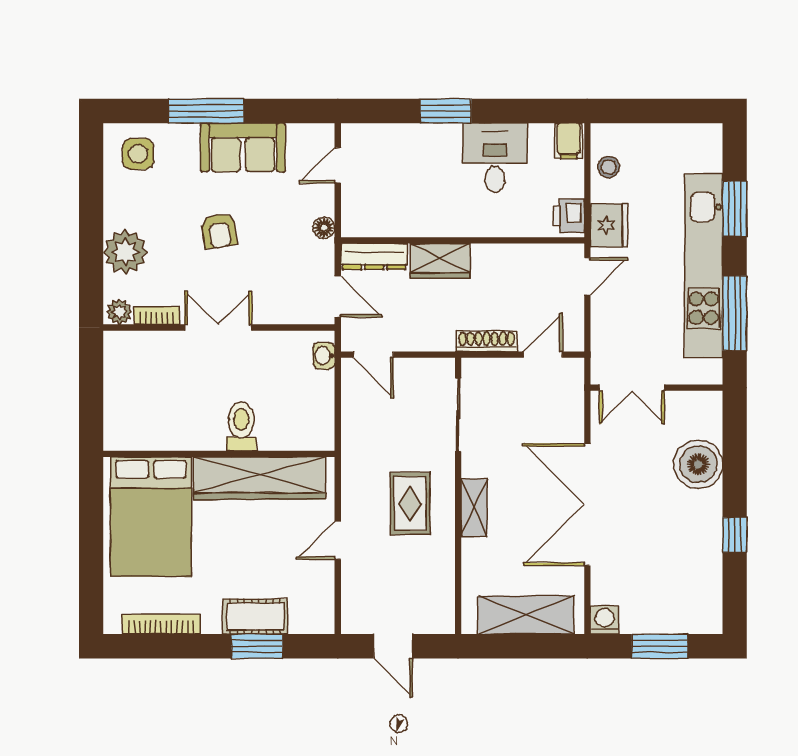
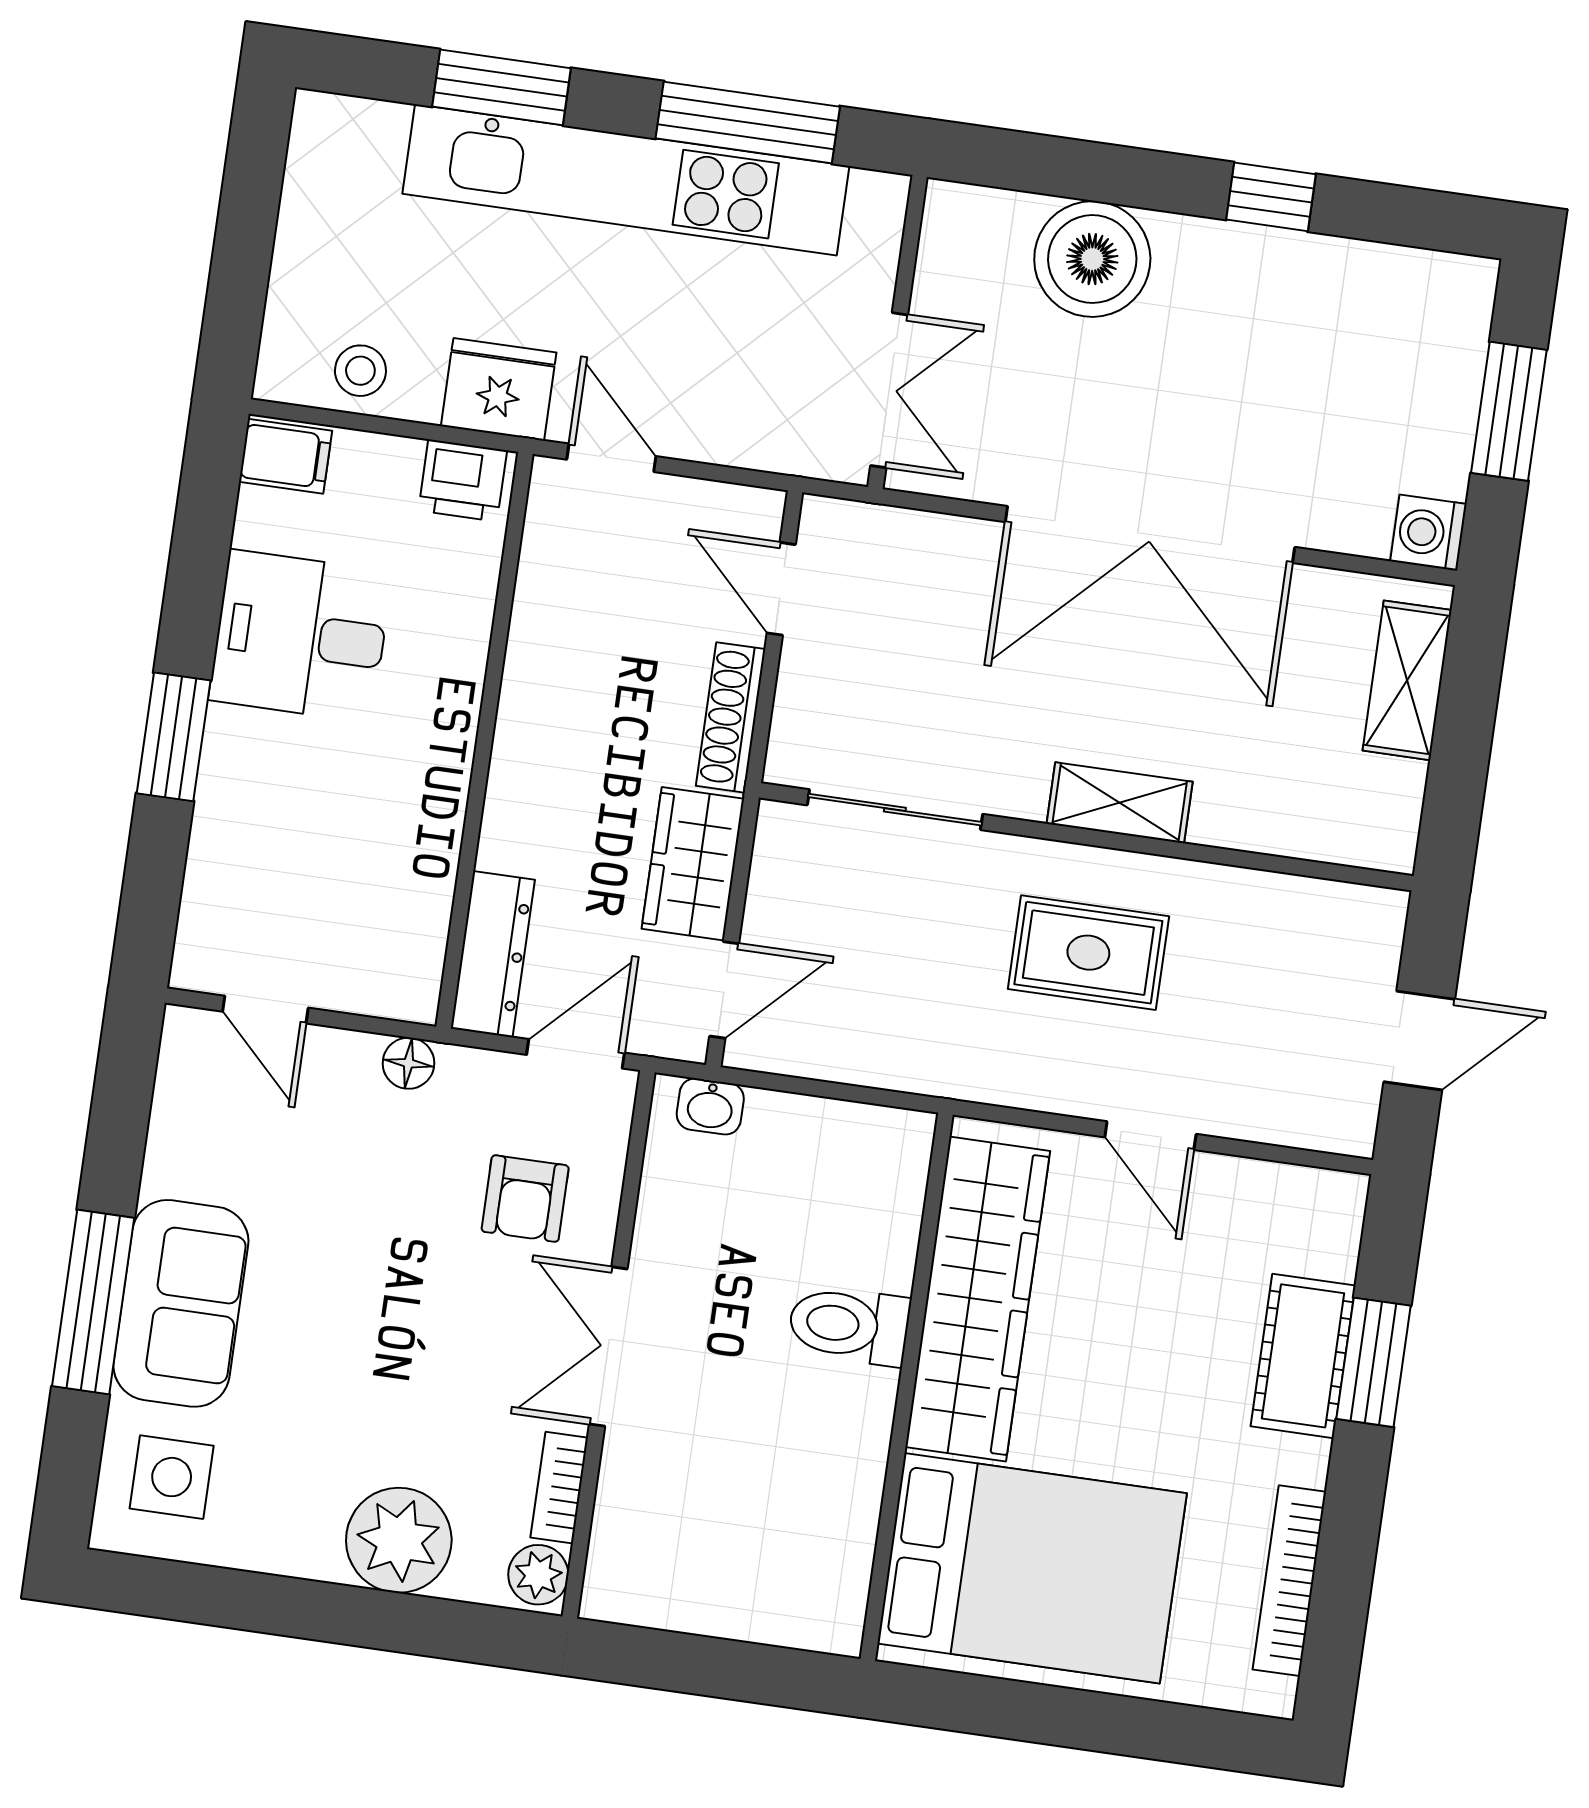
sofa: (243, 148) -> (181, 1303), moved
armchair: (219, 231) -> (525, 1199), moved, turned 98
wardrobe: (440, 261) -> (693, 864), moved, turned 180
shelving: (526, 615) -> (1407, 680), width x0.67, depth x0.75

